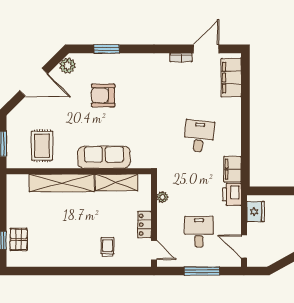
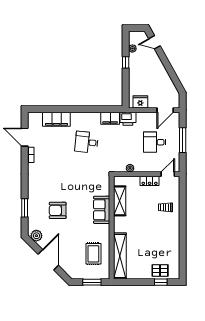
filing cabinet: (231, 78) -> (56, 119), moved
armchair: (103, 95) -> (58, 210), turned 90
rug: (42, 146) -> (93, 254), turned 90
sofa: (104, 157) -> (102, 210), width x0.73
shelving: (62, 183) -> (120, 256), moved

